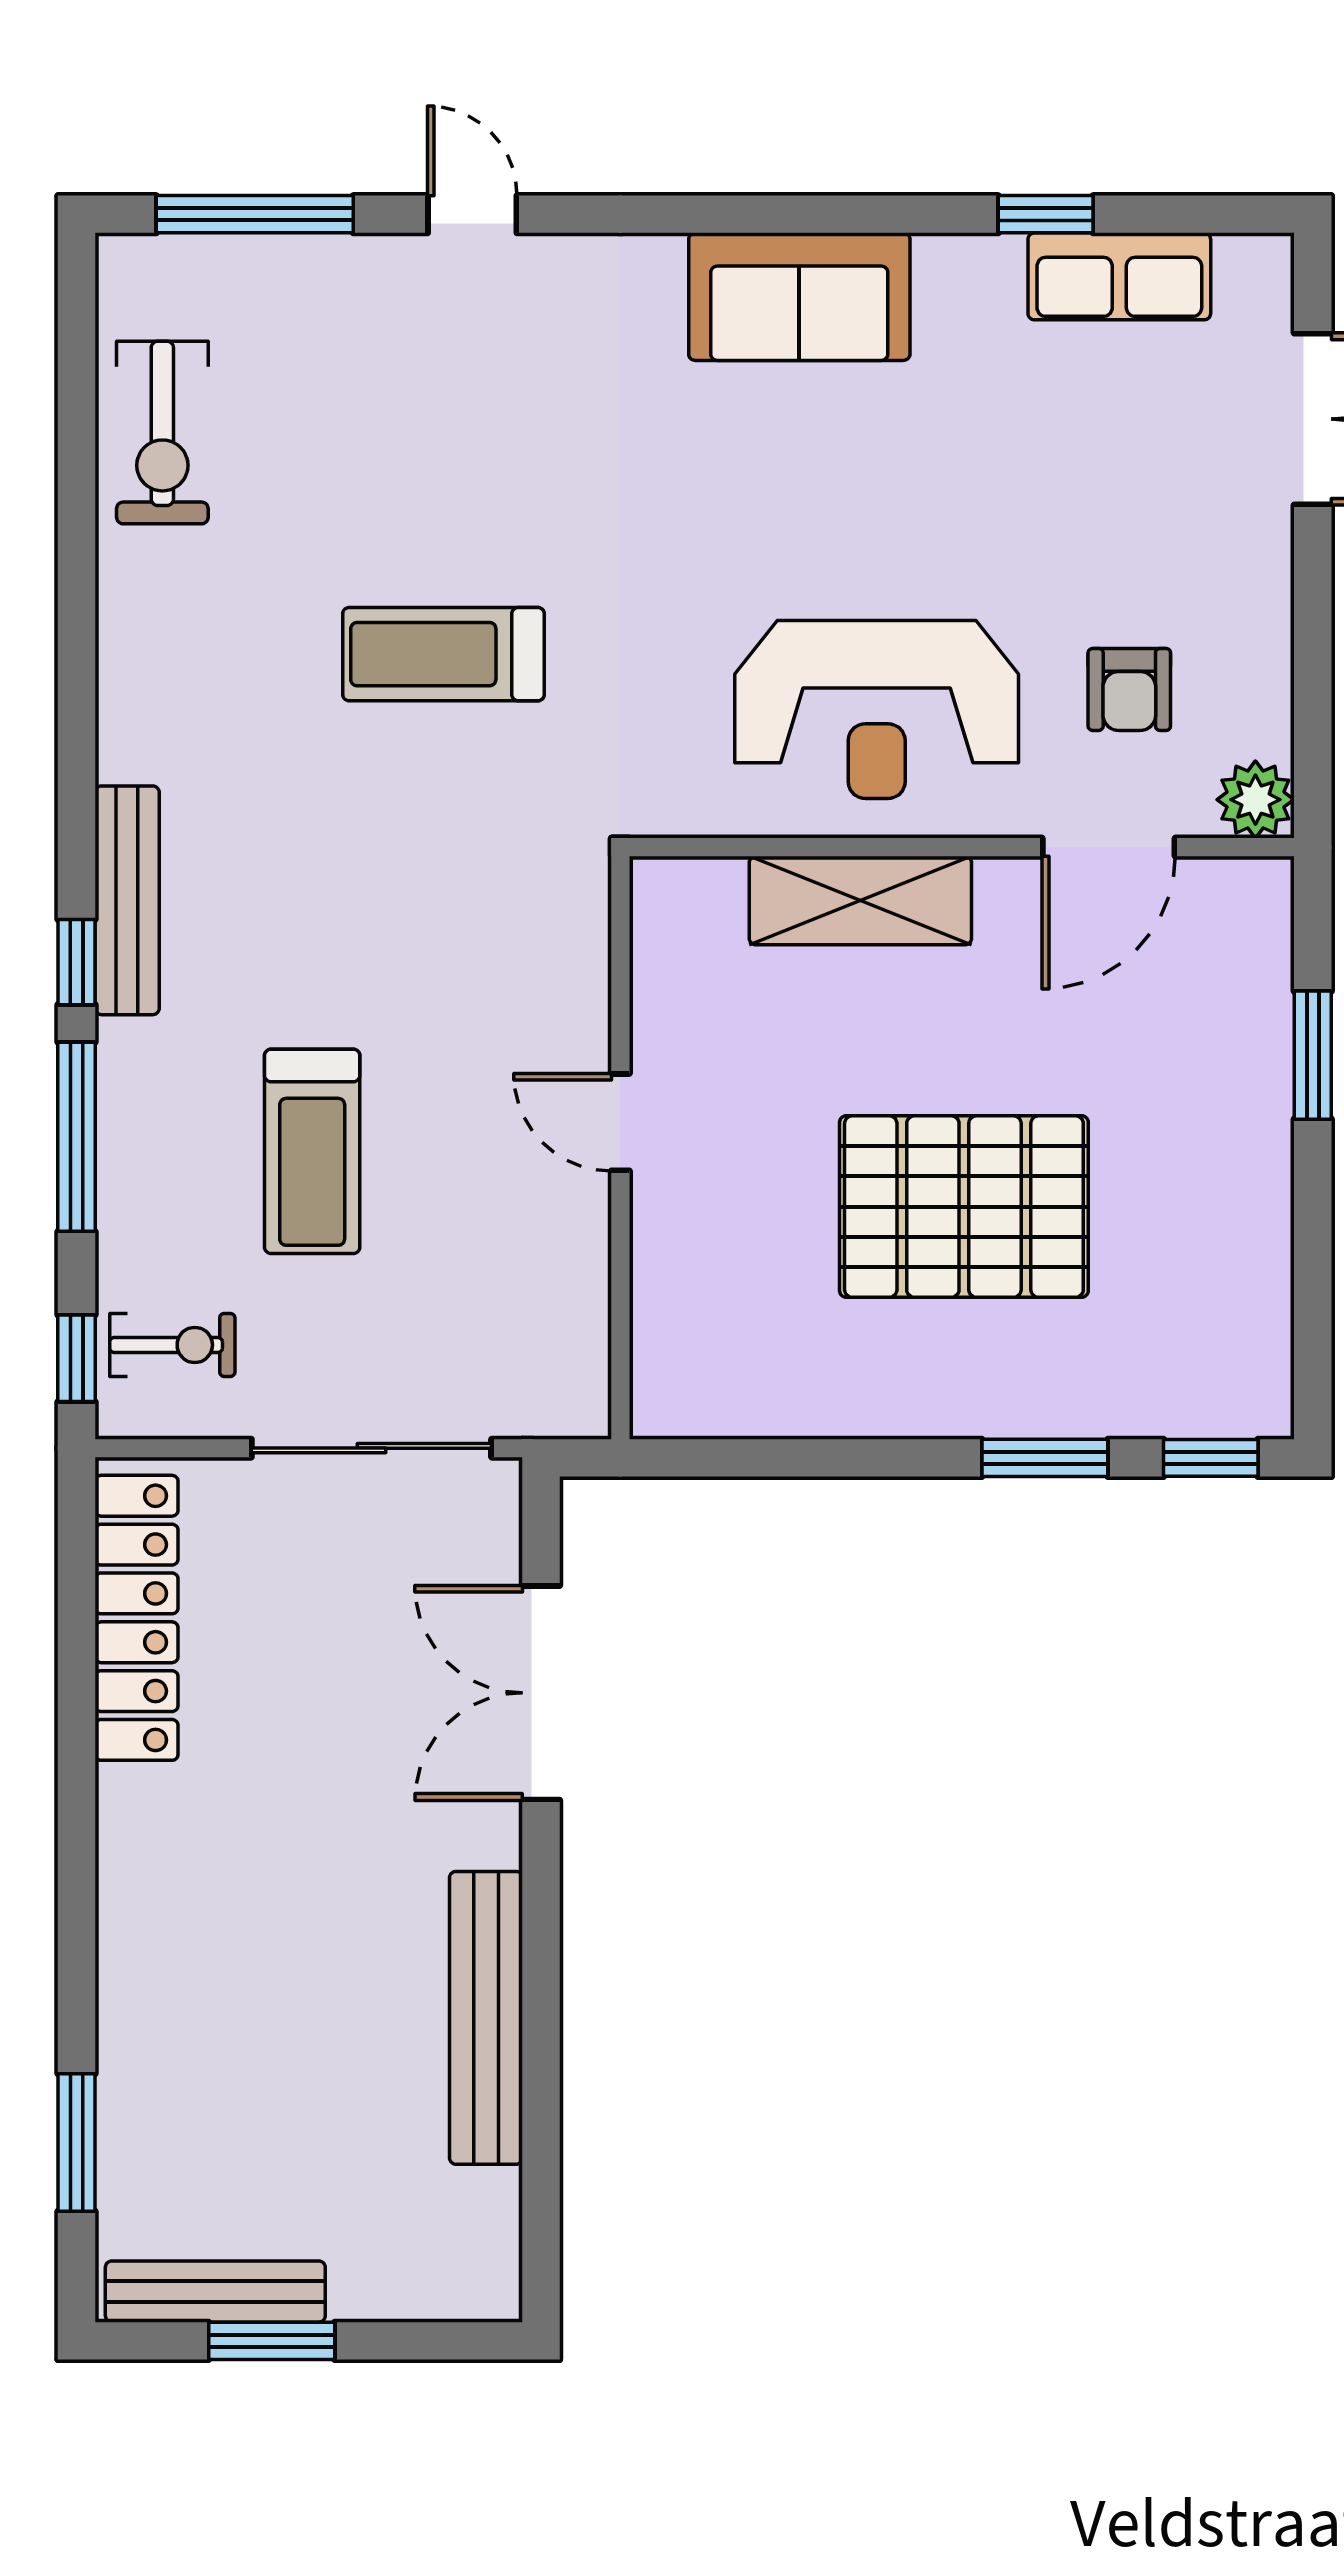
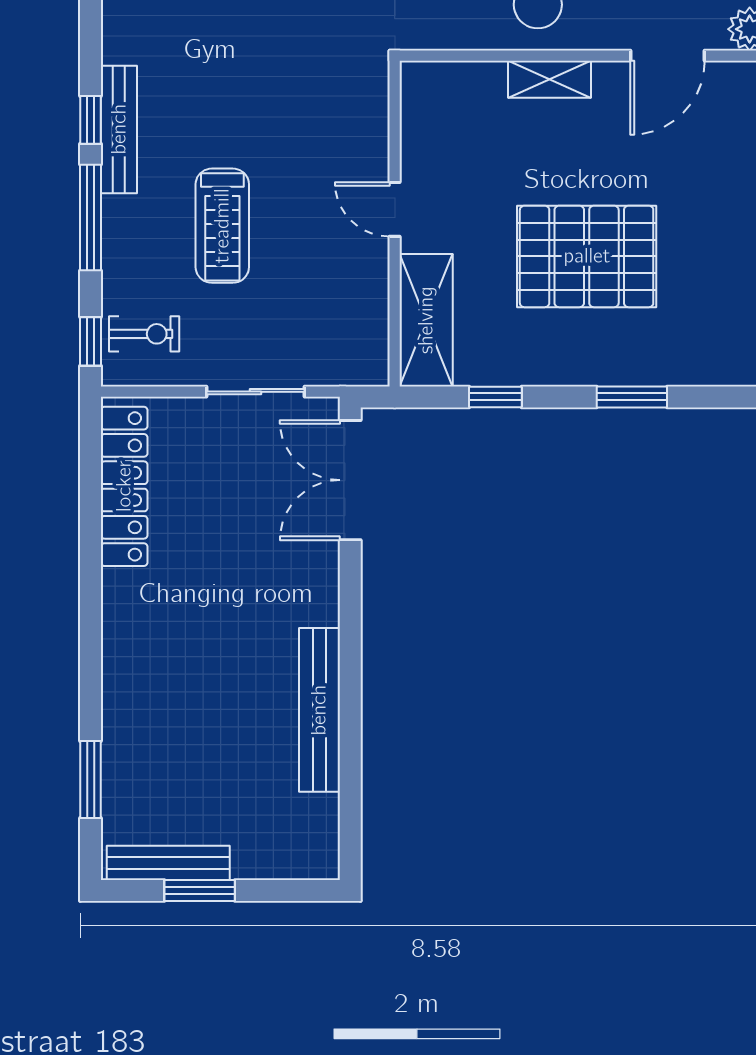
bench: (127, 900) -> (119, 129), moved
shelving: (860, 900) -> (549, 79), width x0.67, depth x0.75
shelving: (677, 1321) -> (426, 320), added
sliding door: (371, 1448) -> (255, 392), width x0.73
window: (1211, 1458) -> (495, 397), moved
double door: (541, 1693) -> (350, 480), moved

